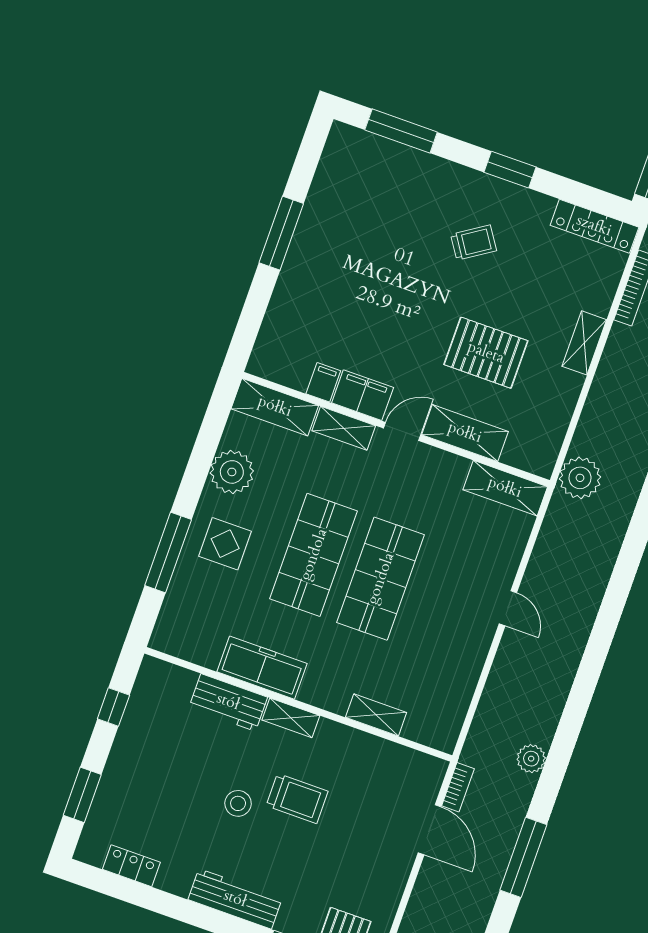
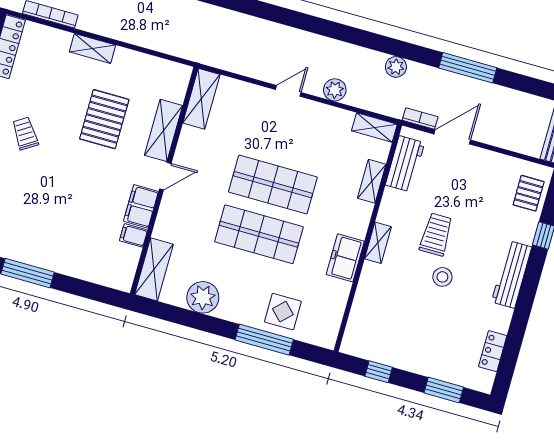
shelving: (344, 428) -> (374, 128), moved, turned 90
door: (402, 431) -> (165, 176), swing flipped
plant: (580, 478) -> (335, 90), moved, width x0.73, depth x0.73
display table: (225, 544) -> (283, 312), moved
freezer: (262, 668) -> (345, 258), width x0.71
workbench: (228, 702) -> (405, 164), moved

